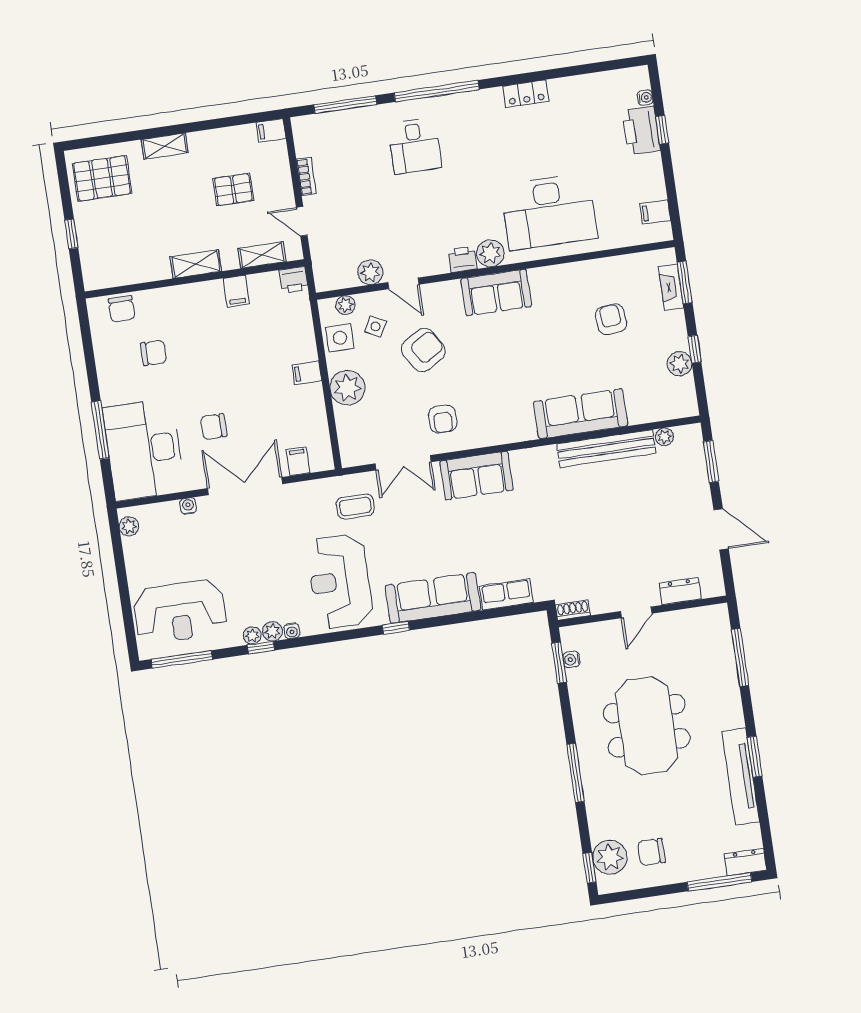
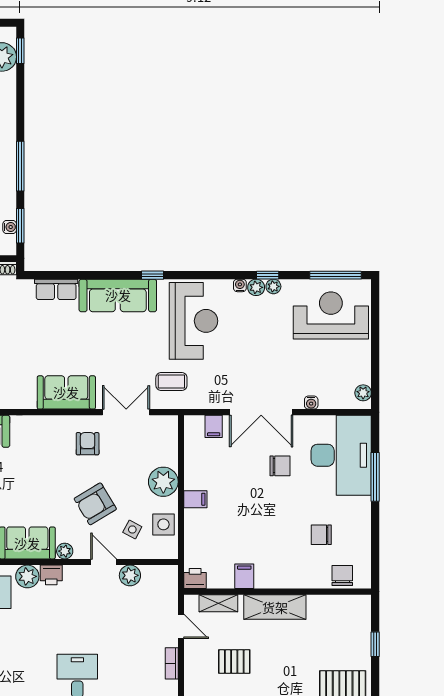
shelving: (196, 264) -> (275, 607), width x1.50, depth x1.33
plant: (345, 305) -> (65, 551), moved
window: (575, 773) -> (20, 166), moved

